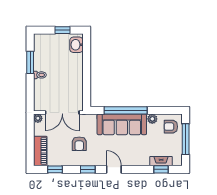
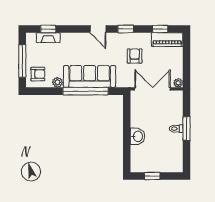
washbasin: (76, 45) -> (138, 136), moved
window: (30, 62) -> (187, 128), moved
piano: (40, 151) -> (167, 40), moved, turned -90

